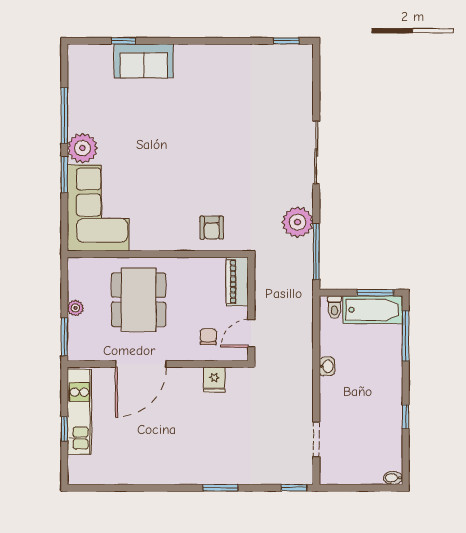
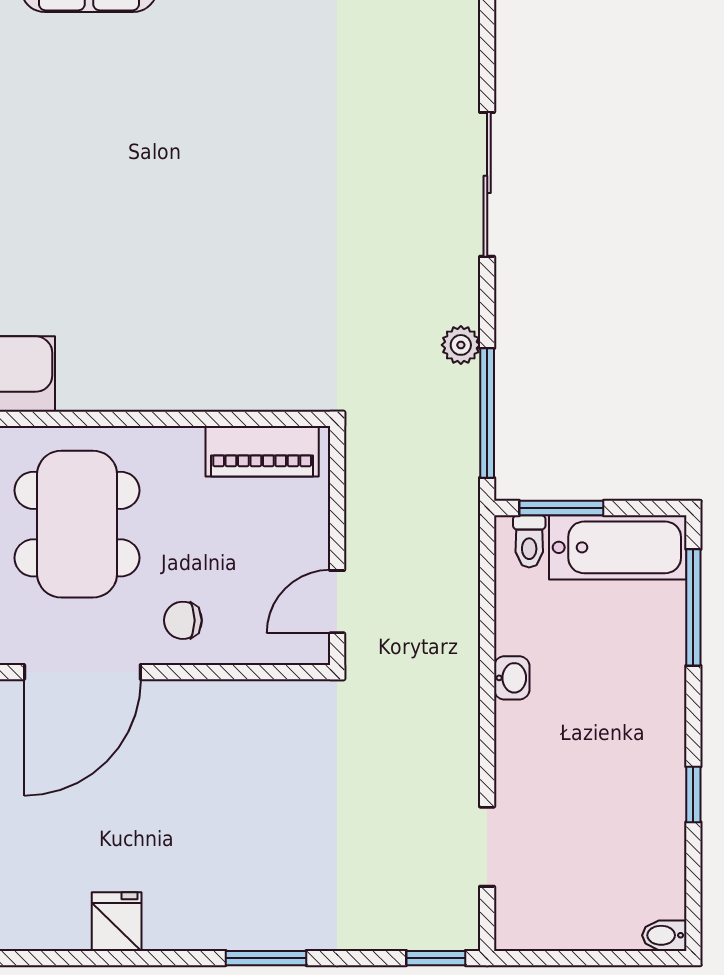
plant: (298, 222) -> (461, 345), width x0.53, depth x0.53
armchair: (212, 228) -> (246, 358), removed
piano: (237, 282) -> (262, 451), moved, turned -90
window: (375, 293) -> (561, 508), moved
chair: (208, 337) -> (183, 620), moved, turned -90
fridge: (214, 380) -> (117, 922), moved, turned 180

